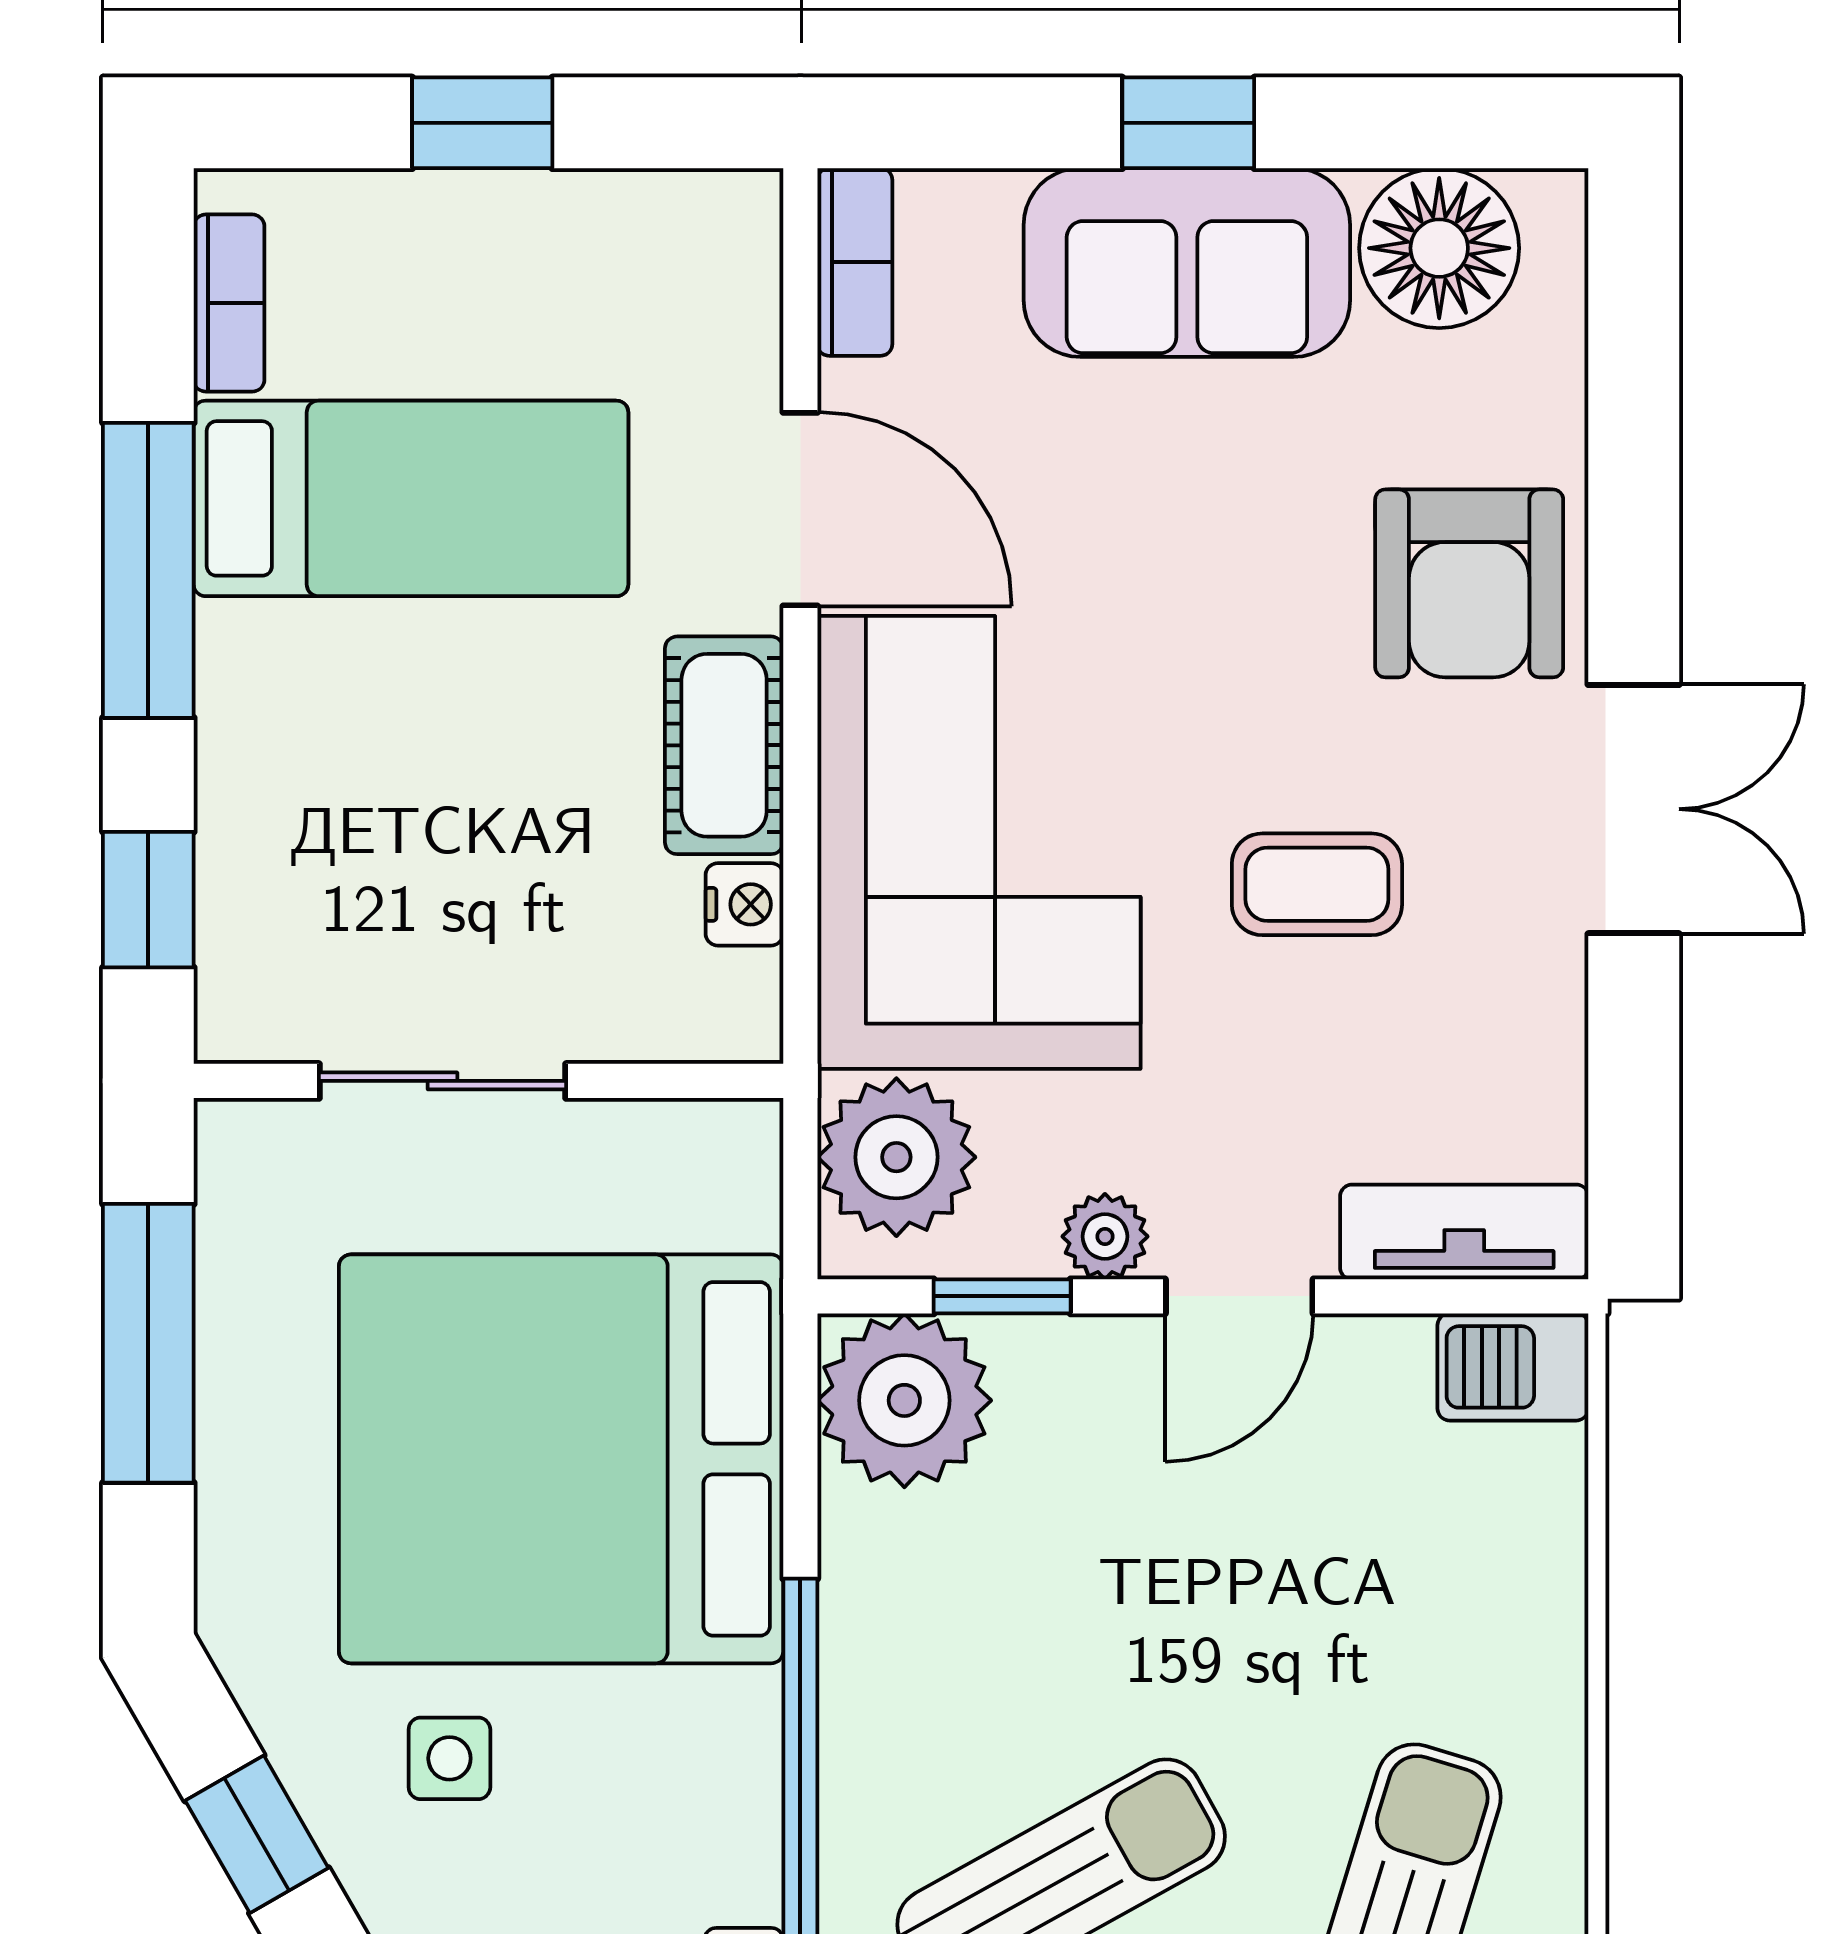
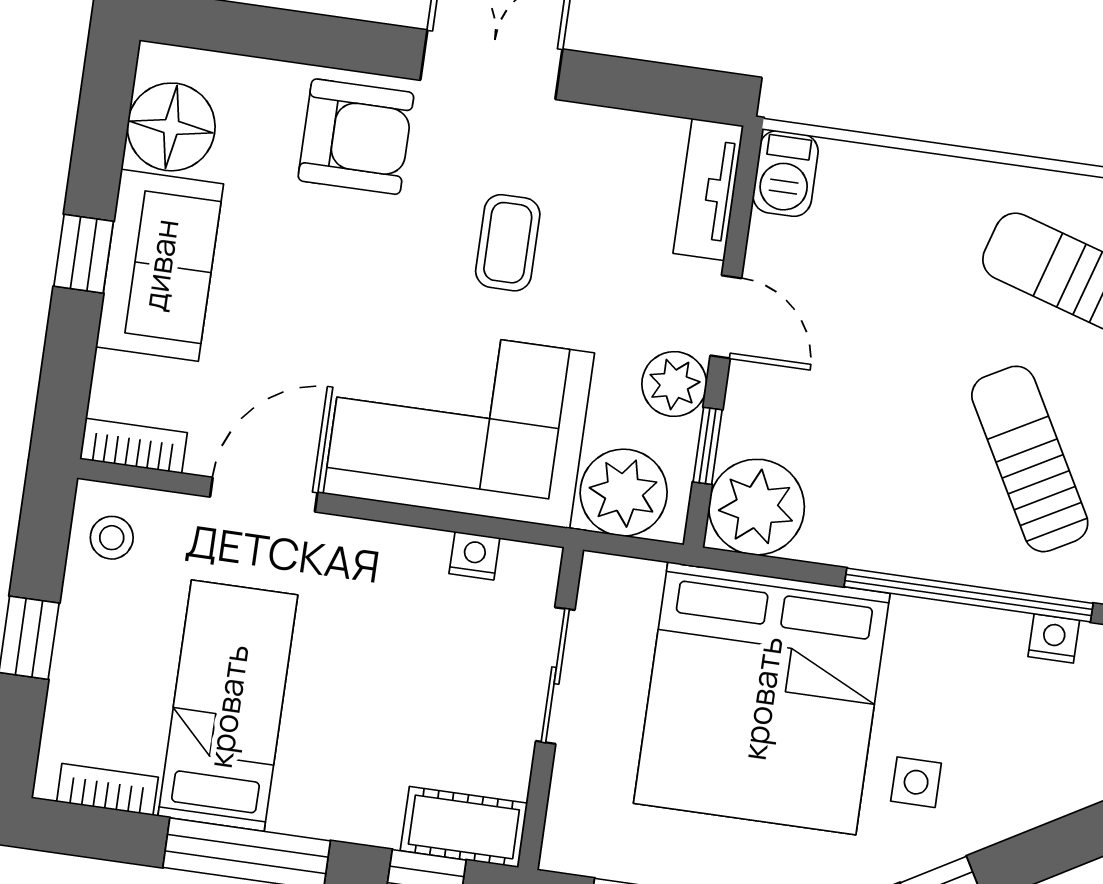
stool: (684, 246) -> (112, 538), added
cot: (724, 745) -> (464, 827), moved
sliding door: (442, 1081) -> (555, 676), moved
plant: (1105, 1236) -> (674, 384), width x1.38, depth x1.38

